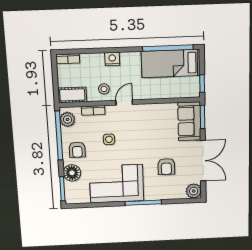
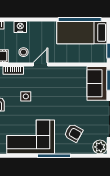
nightstand: (112, 59) -> (20, 27), moved
armchair: (166, 166) -> (73, 133), moved, turned -61

